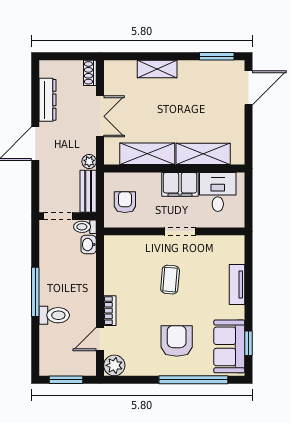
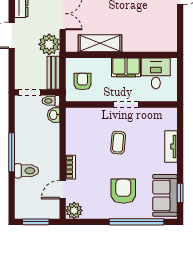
shelving: (203, 154) -> (144, 43), removed
plant: (89, 162) -> (49, 44), width x1.87, depth x1.87

